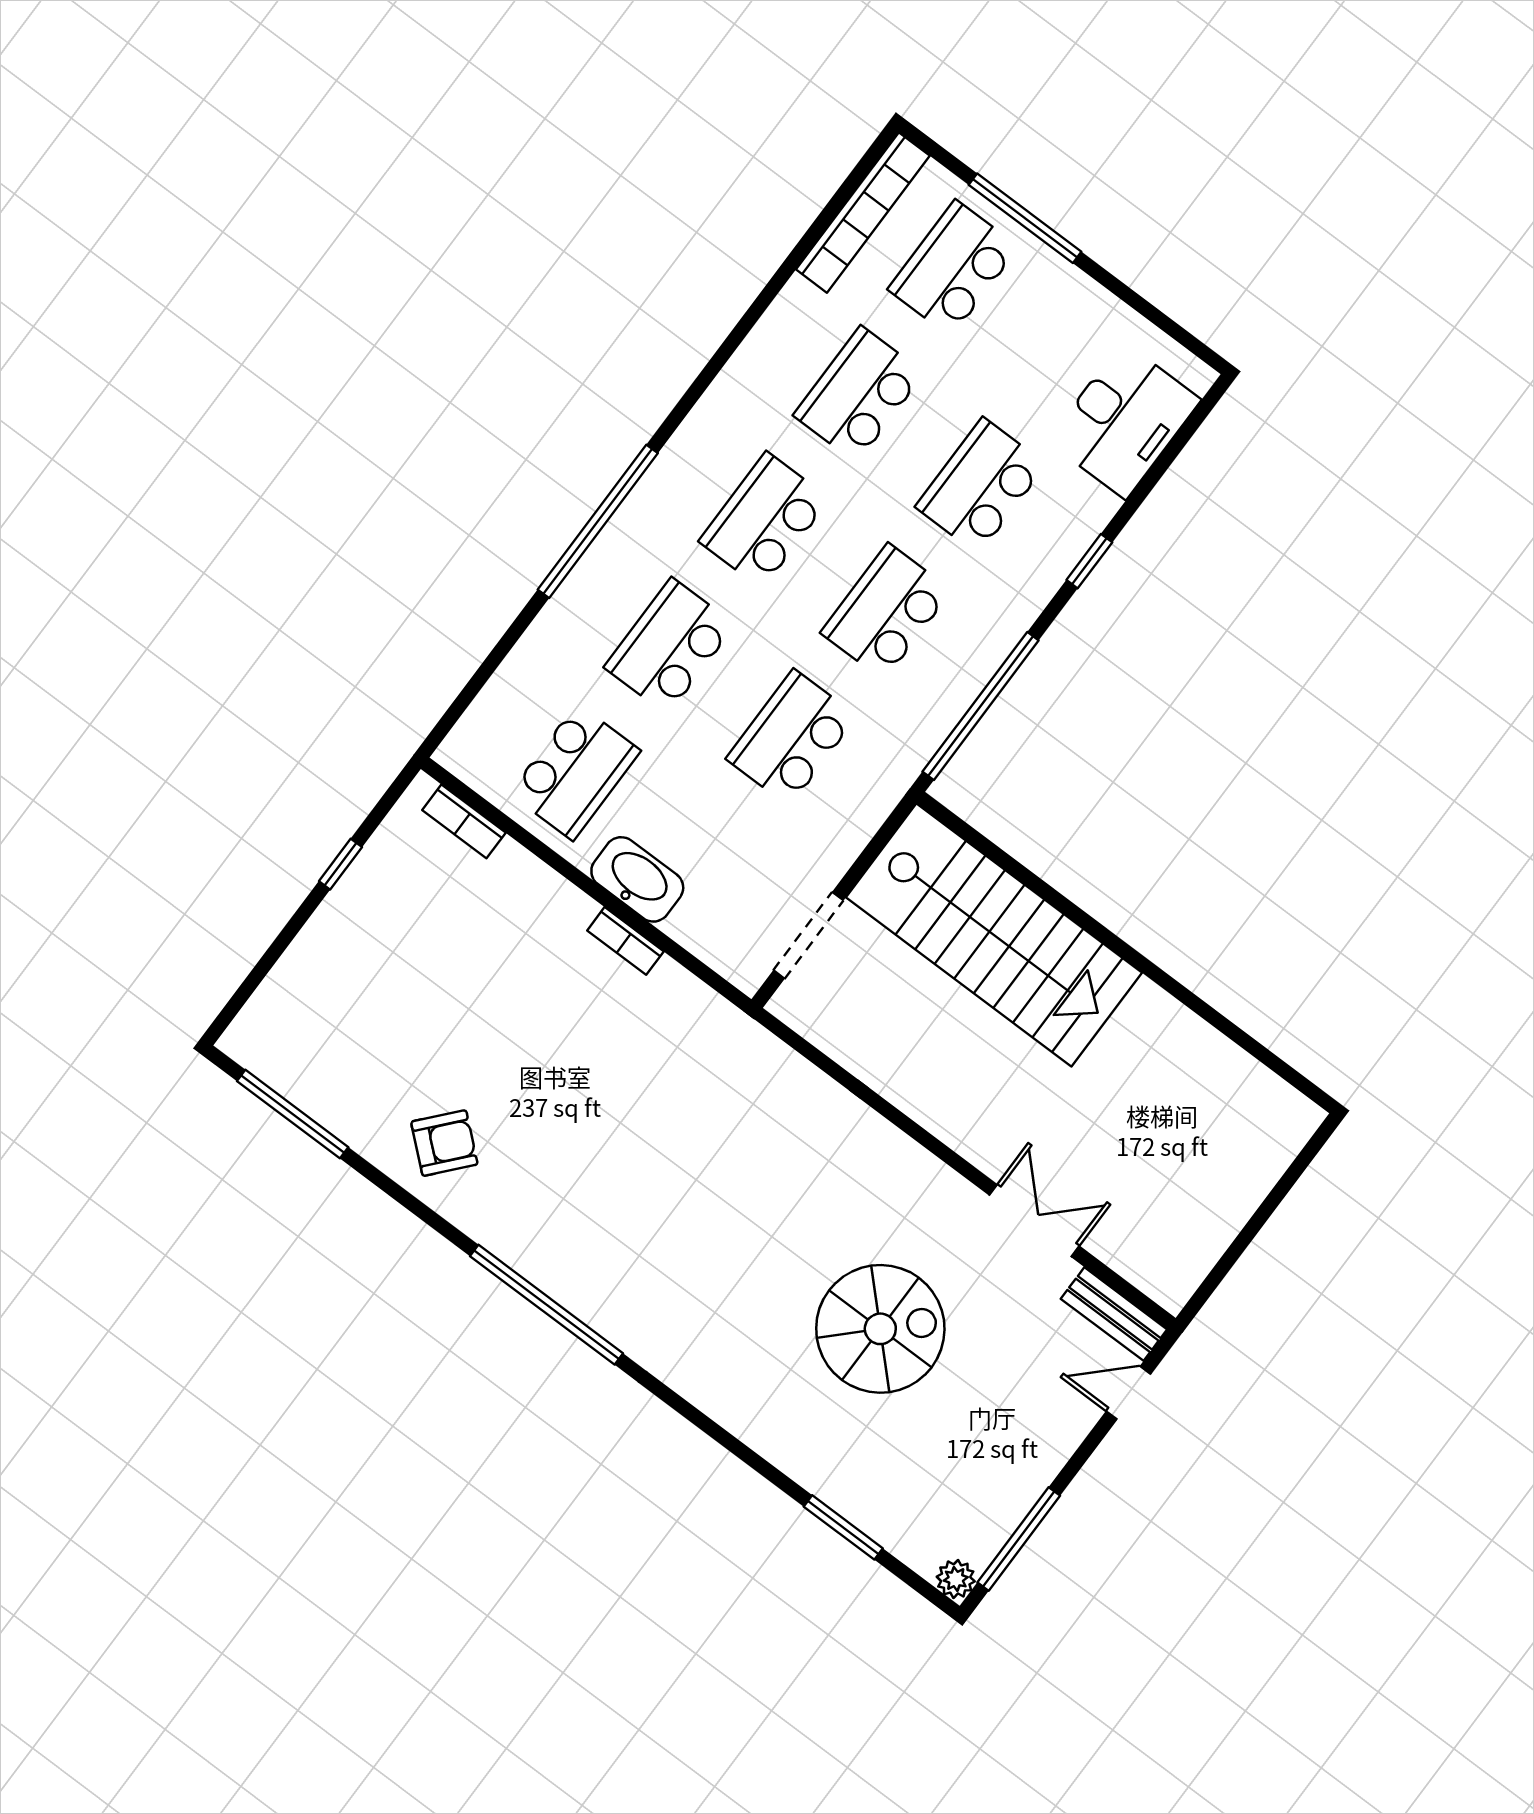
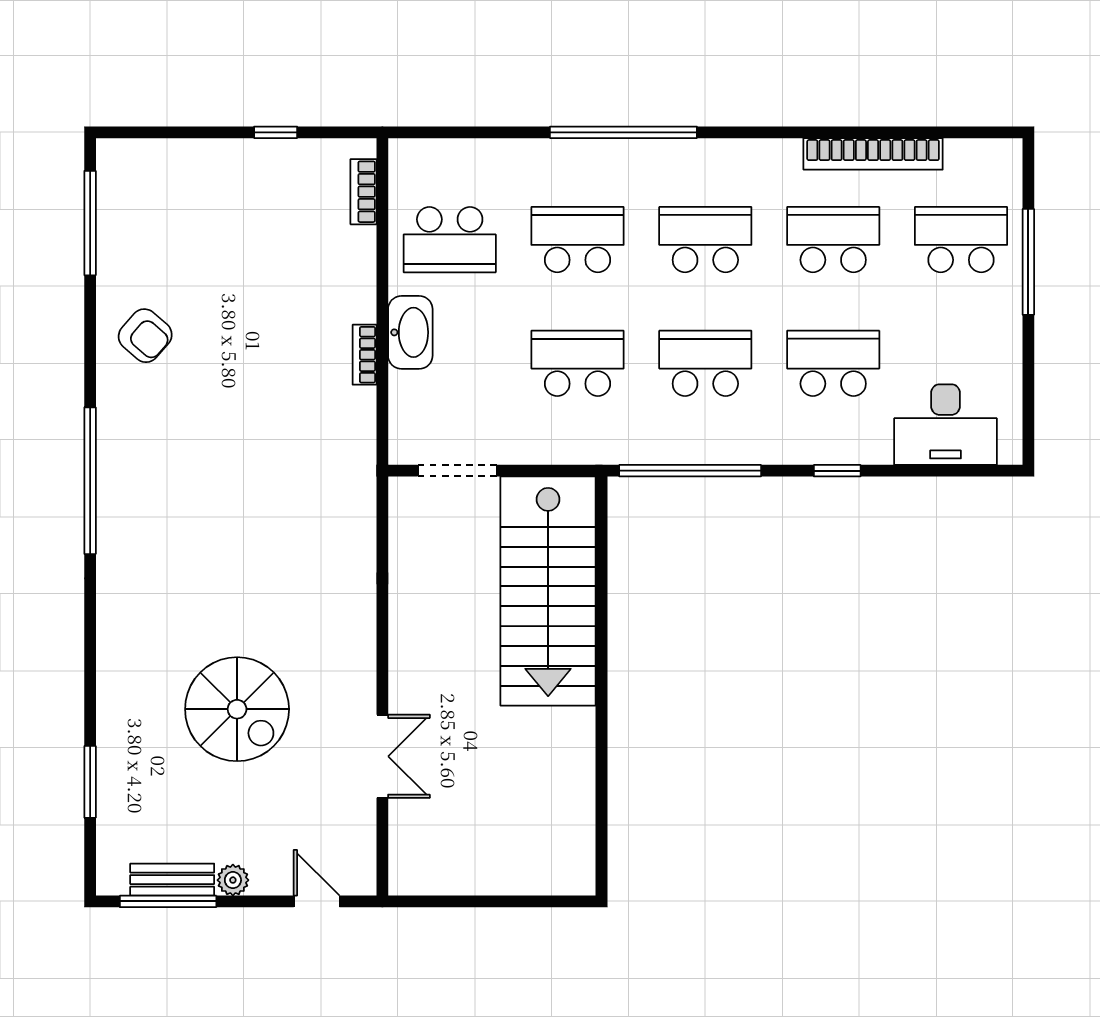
bookcase: (863, 213) -> (873, 154), moved
bench: (1114, 1314) -> (172, 880), moved, turned 90
plant: (956, 1579) -> (233, 880), moved

